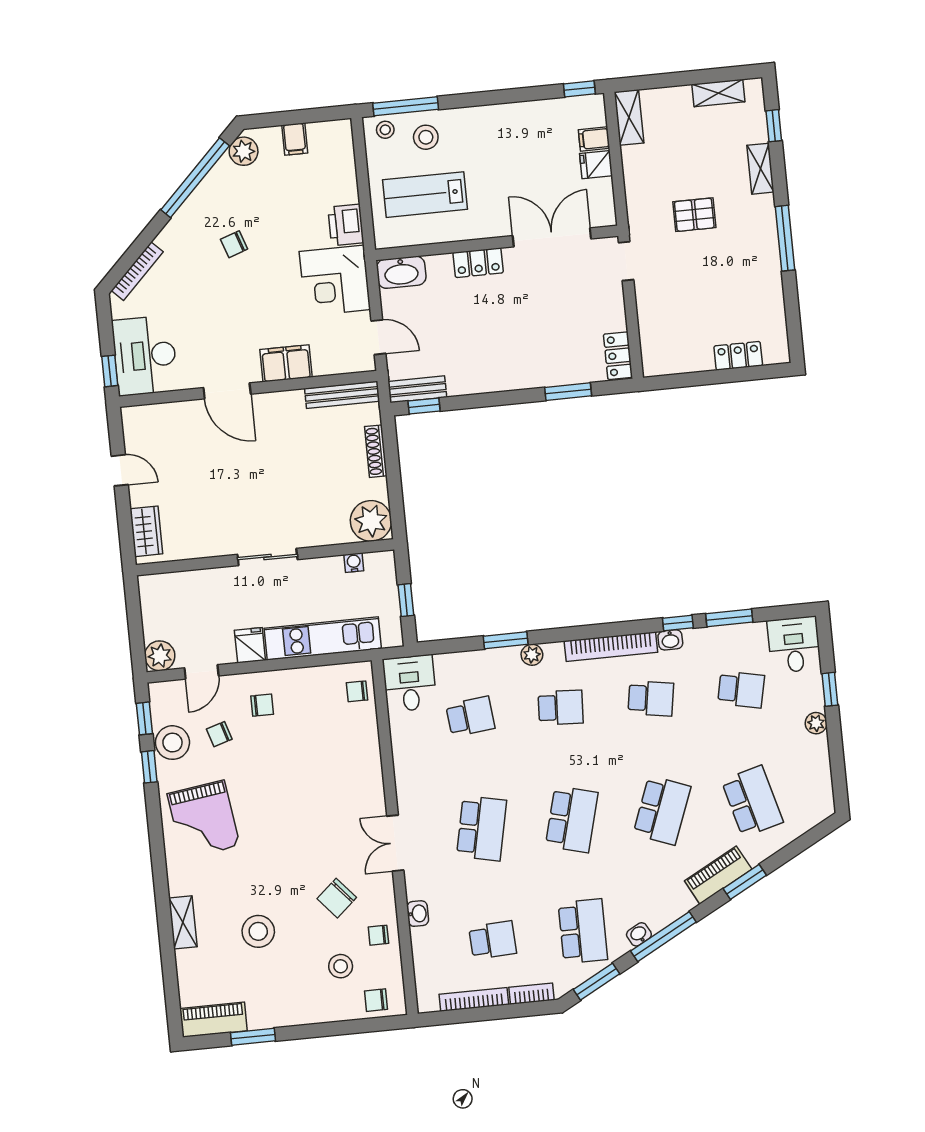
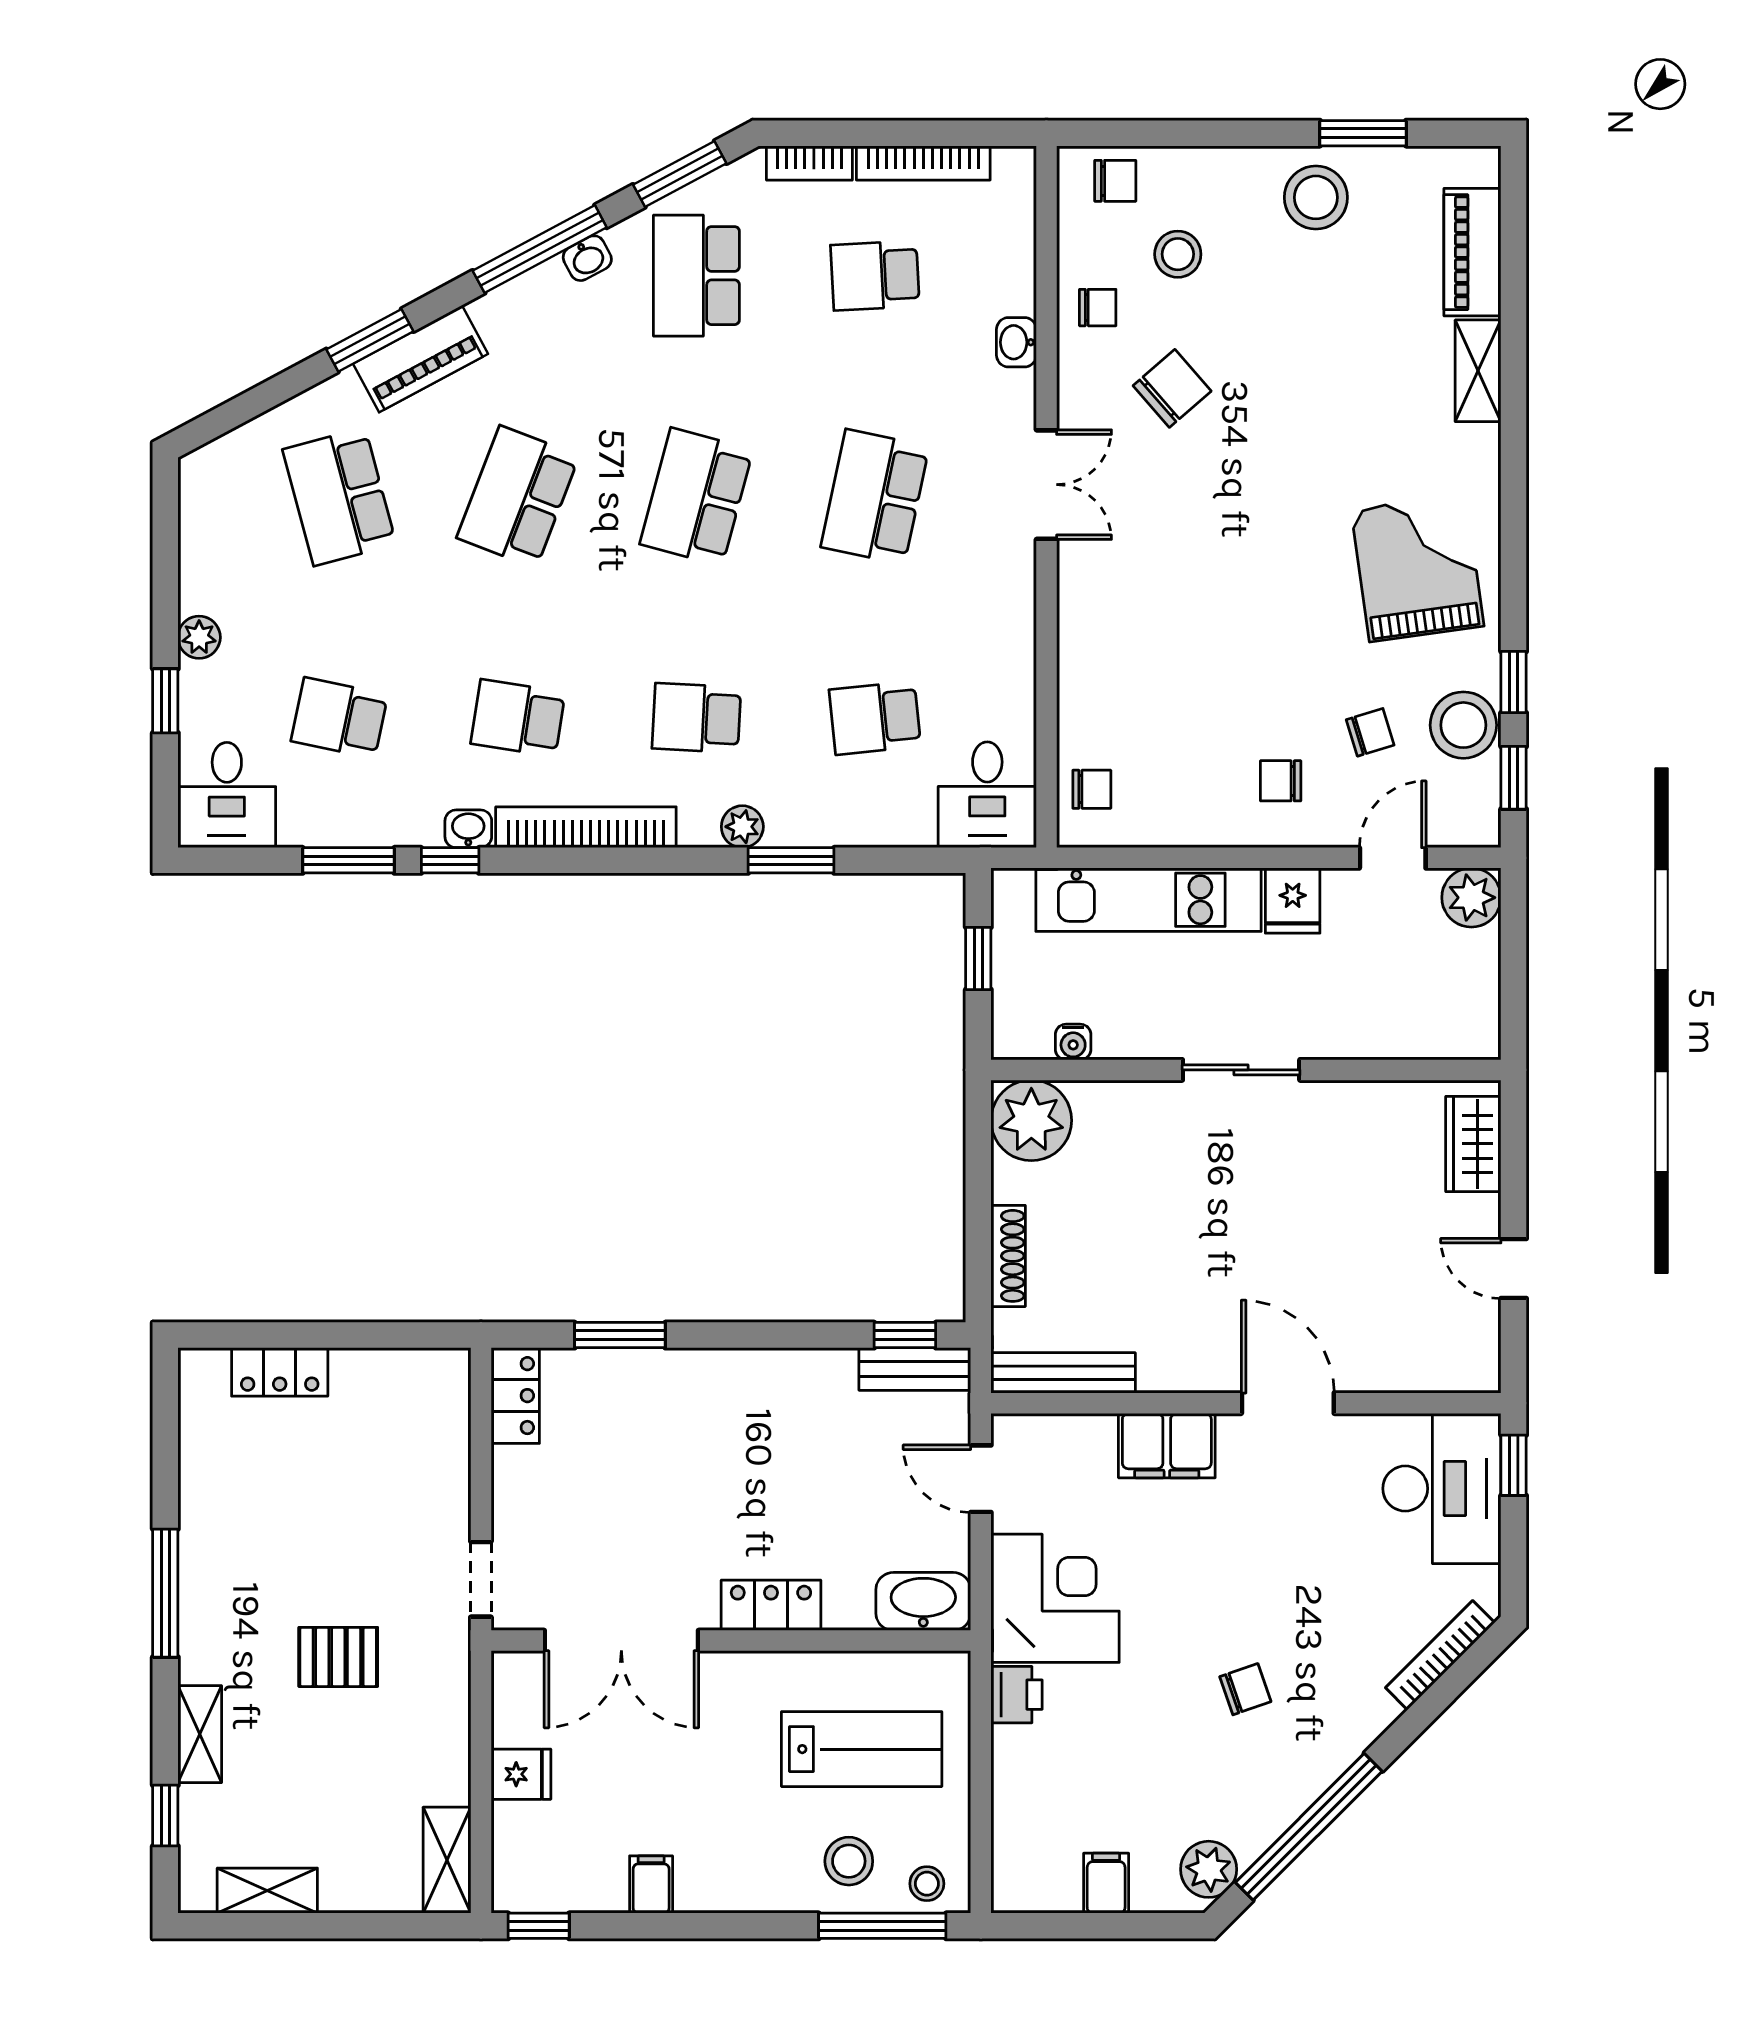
filing cabinet: (594, 139) -> (651, 1885), moved, turned -90
printer: (346, 225) -> (1017, 1695), width x0.73, depth x0.81
stool: (258, 931) -> (1316, 197), moved
piano: (214, 1020) -> (1472, 252), moved, turned 90

